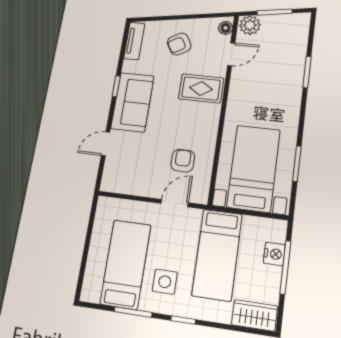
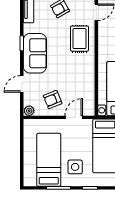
rug: (201, 88) -> (79, 39), turned 90
armchair: (183, 161) -> (53, 100), moved, turned -112
plant: (109, 184) -> (29, 111), added

